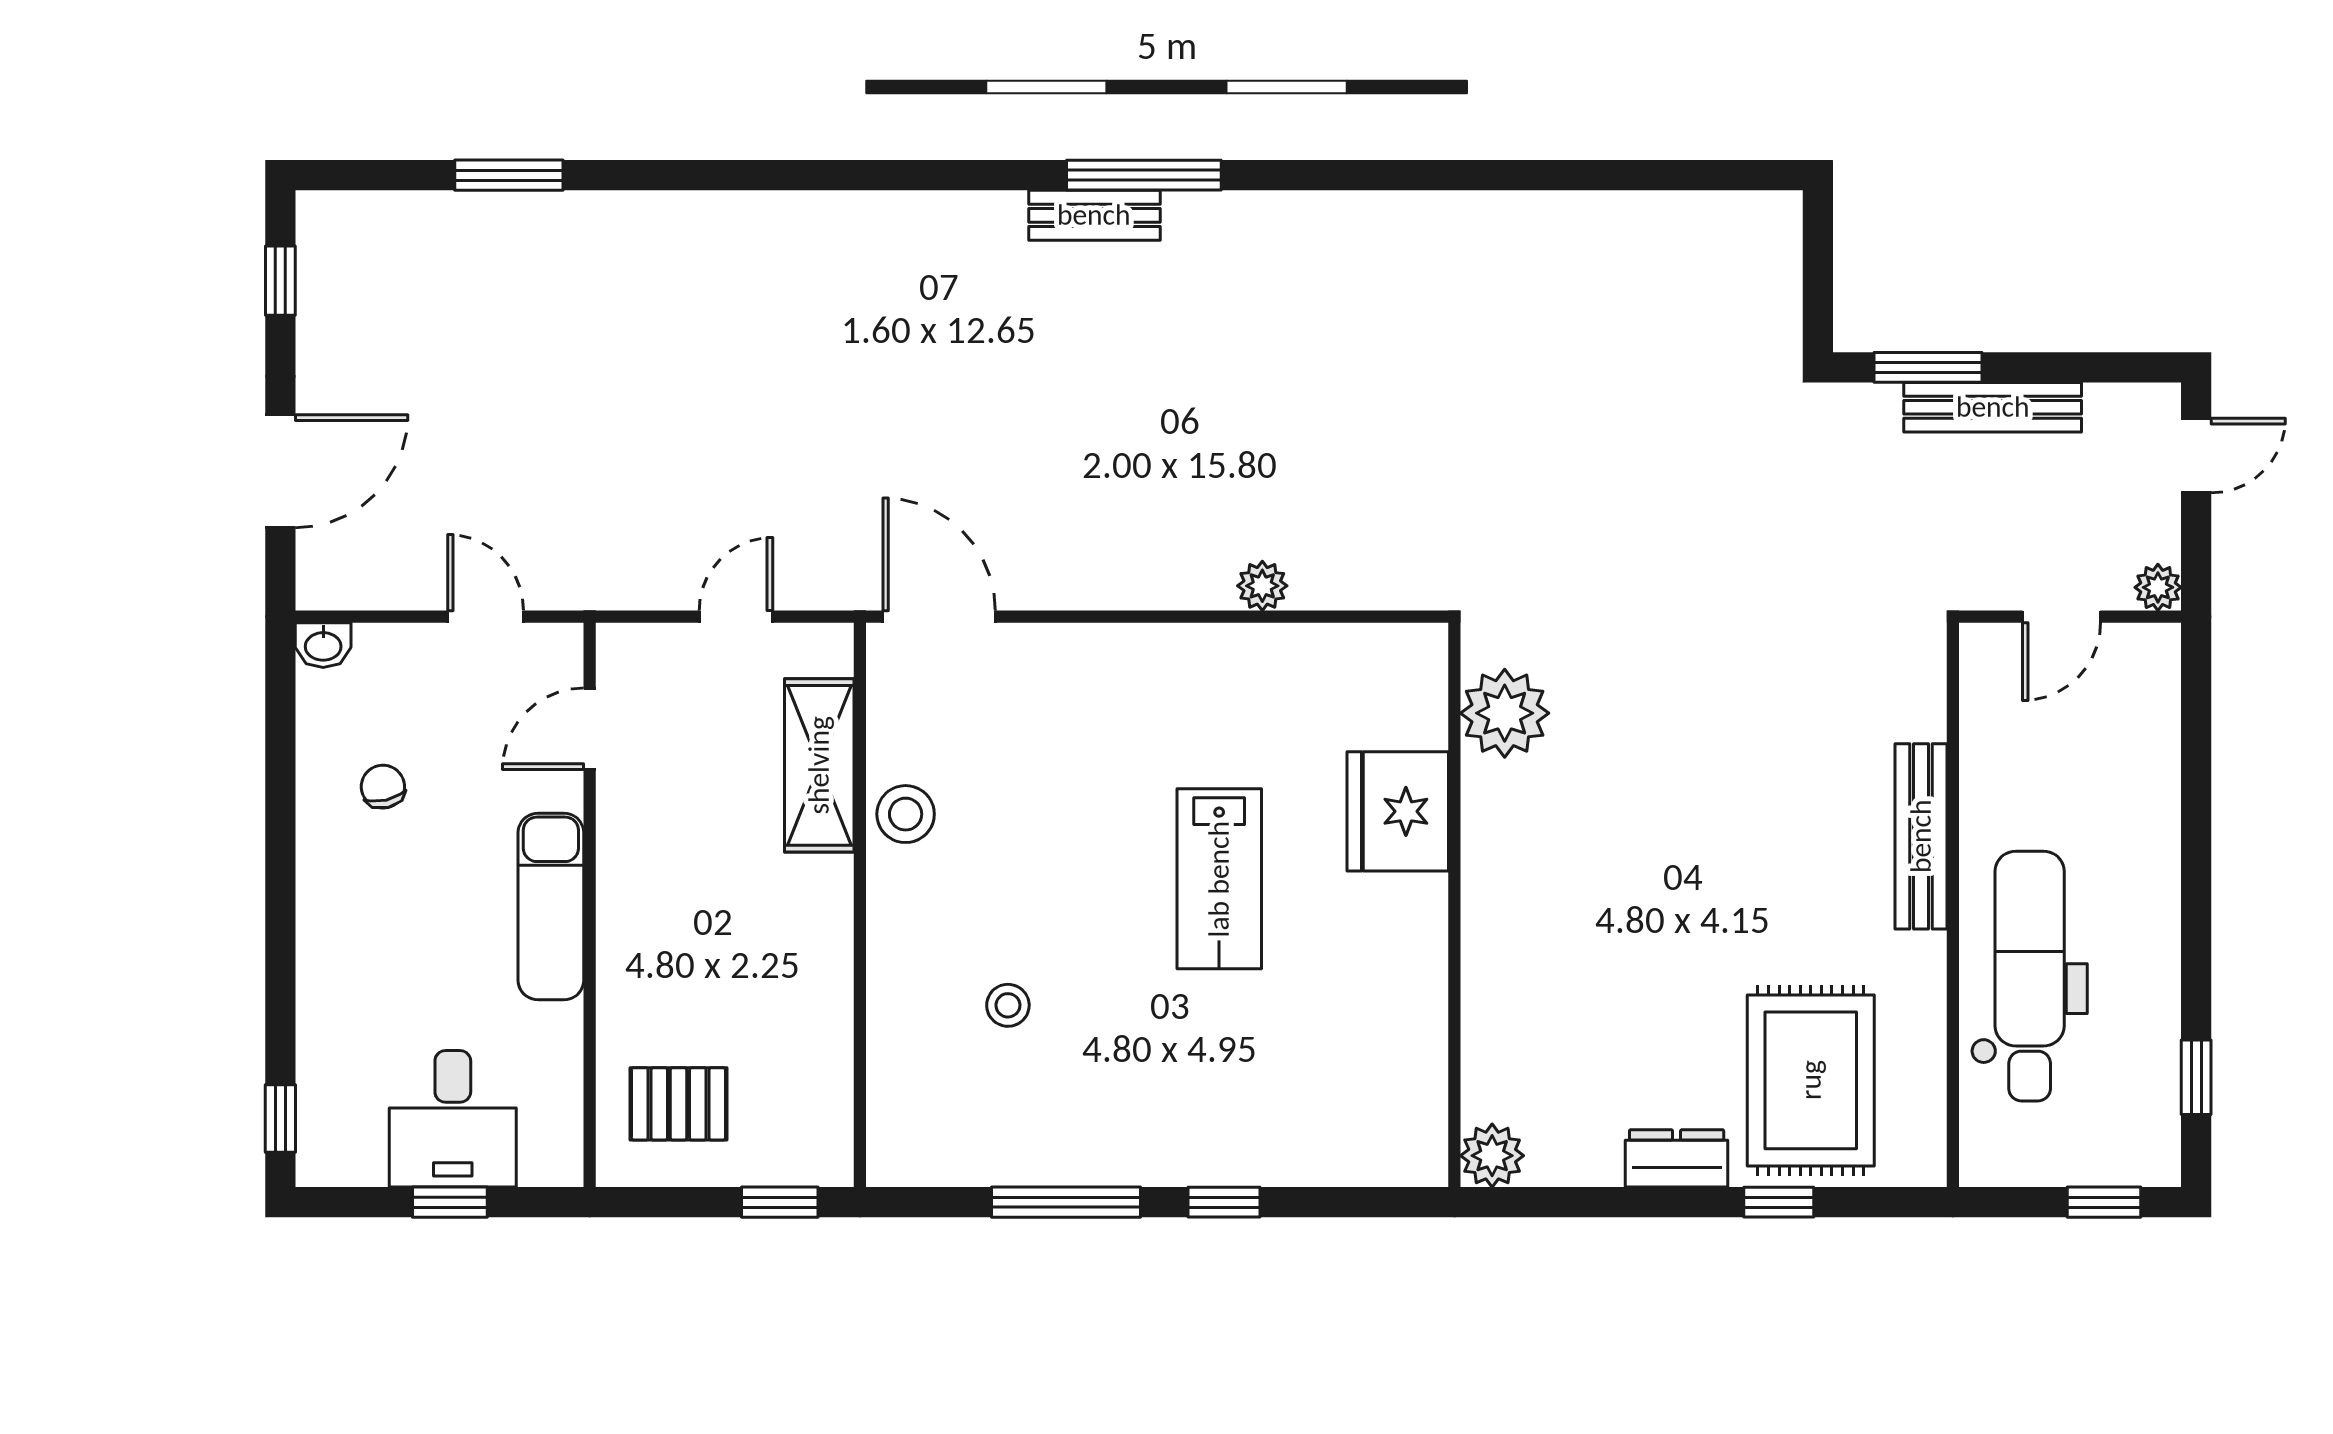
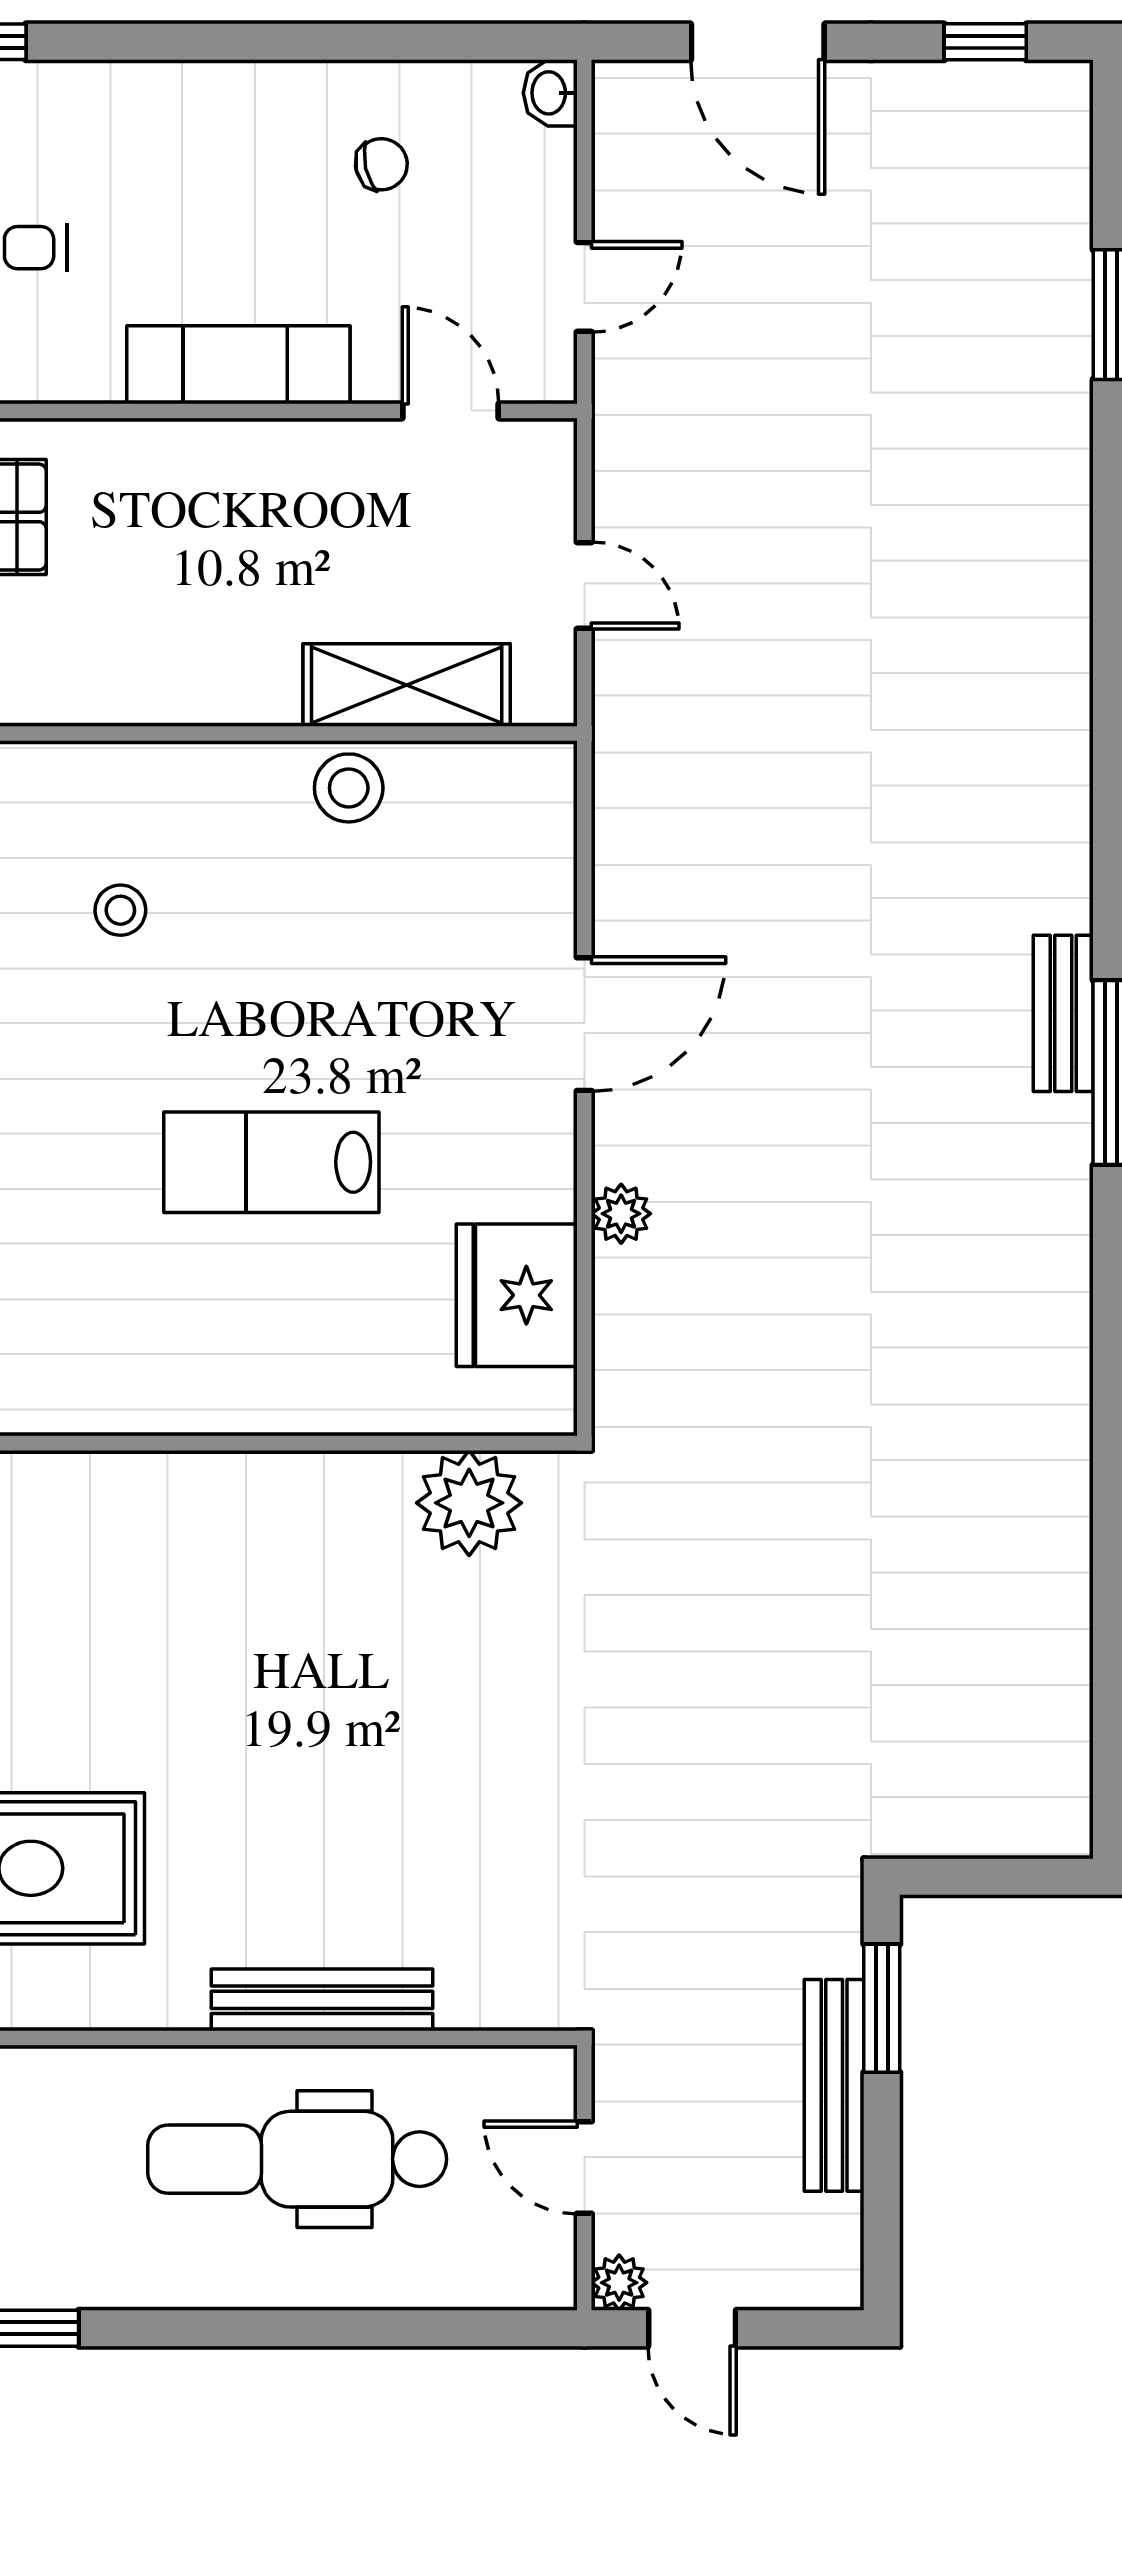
door: (2196, 456) -> (692, 2328), moved
door: (939, 617) -> (584, 1024), moved
fridge: (1398, 811) -> (517, 1295), moved, turned -90
dental chair: (2030, 976) -> (297, 2159), moved, turned 180

